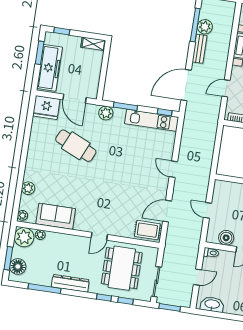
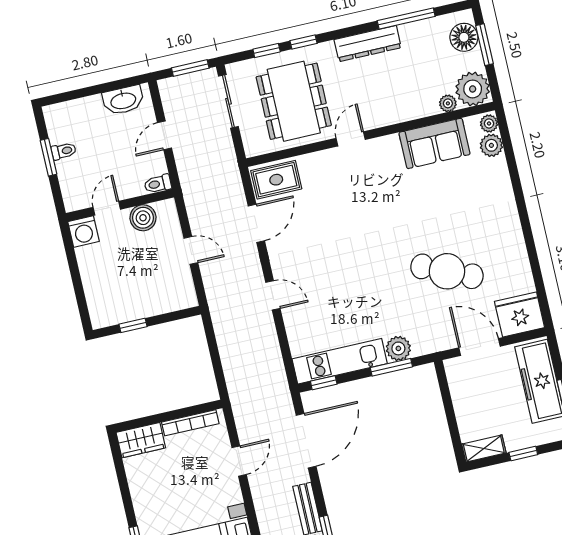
window: (62, 31) -> (523, 453), moved
plant: (106, 113) -> (398, 348), moved
plant: (28, 188) -> (491, 145), moved

